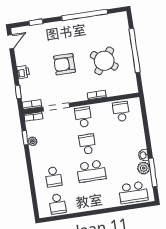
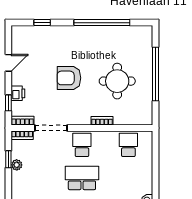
door: (11, 42) -> (8, 63), moved
round table: (104, 61) -> (117, 81), turned -37
printer: (23, 72) -> (18, 93), moved
school desk: (87, 144) -> (82, 178), width x1.85

